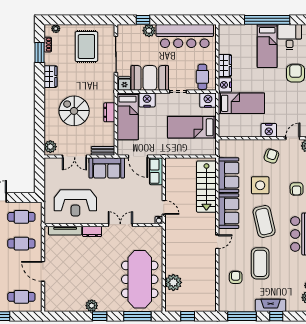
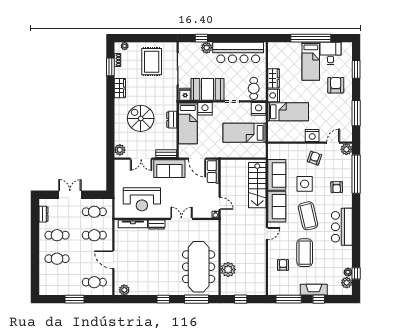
plant: (92, 306) -> (124, 290), moved

